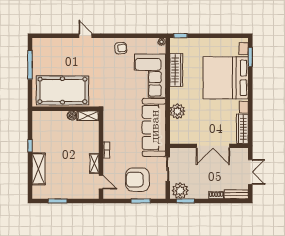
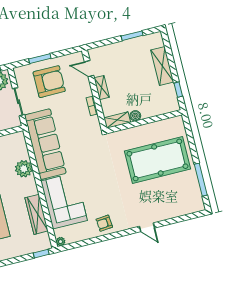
wall: (65, 109) -> (144, 122), moved
boiler: (72, 116) -> (135, 116), moved
shelving: (88, 116) -> (117, 120), moved

